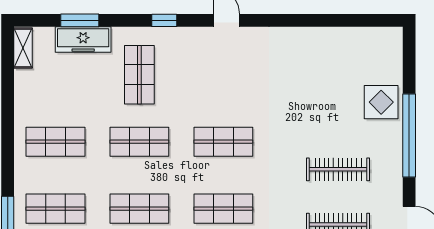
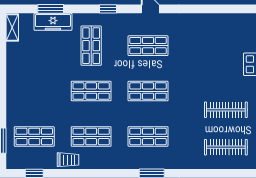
shop shelf: (55, 142) -> (148, 46), moved

